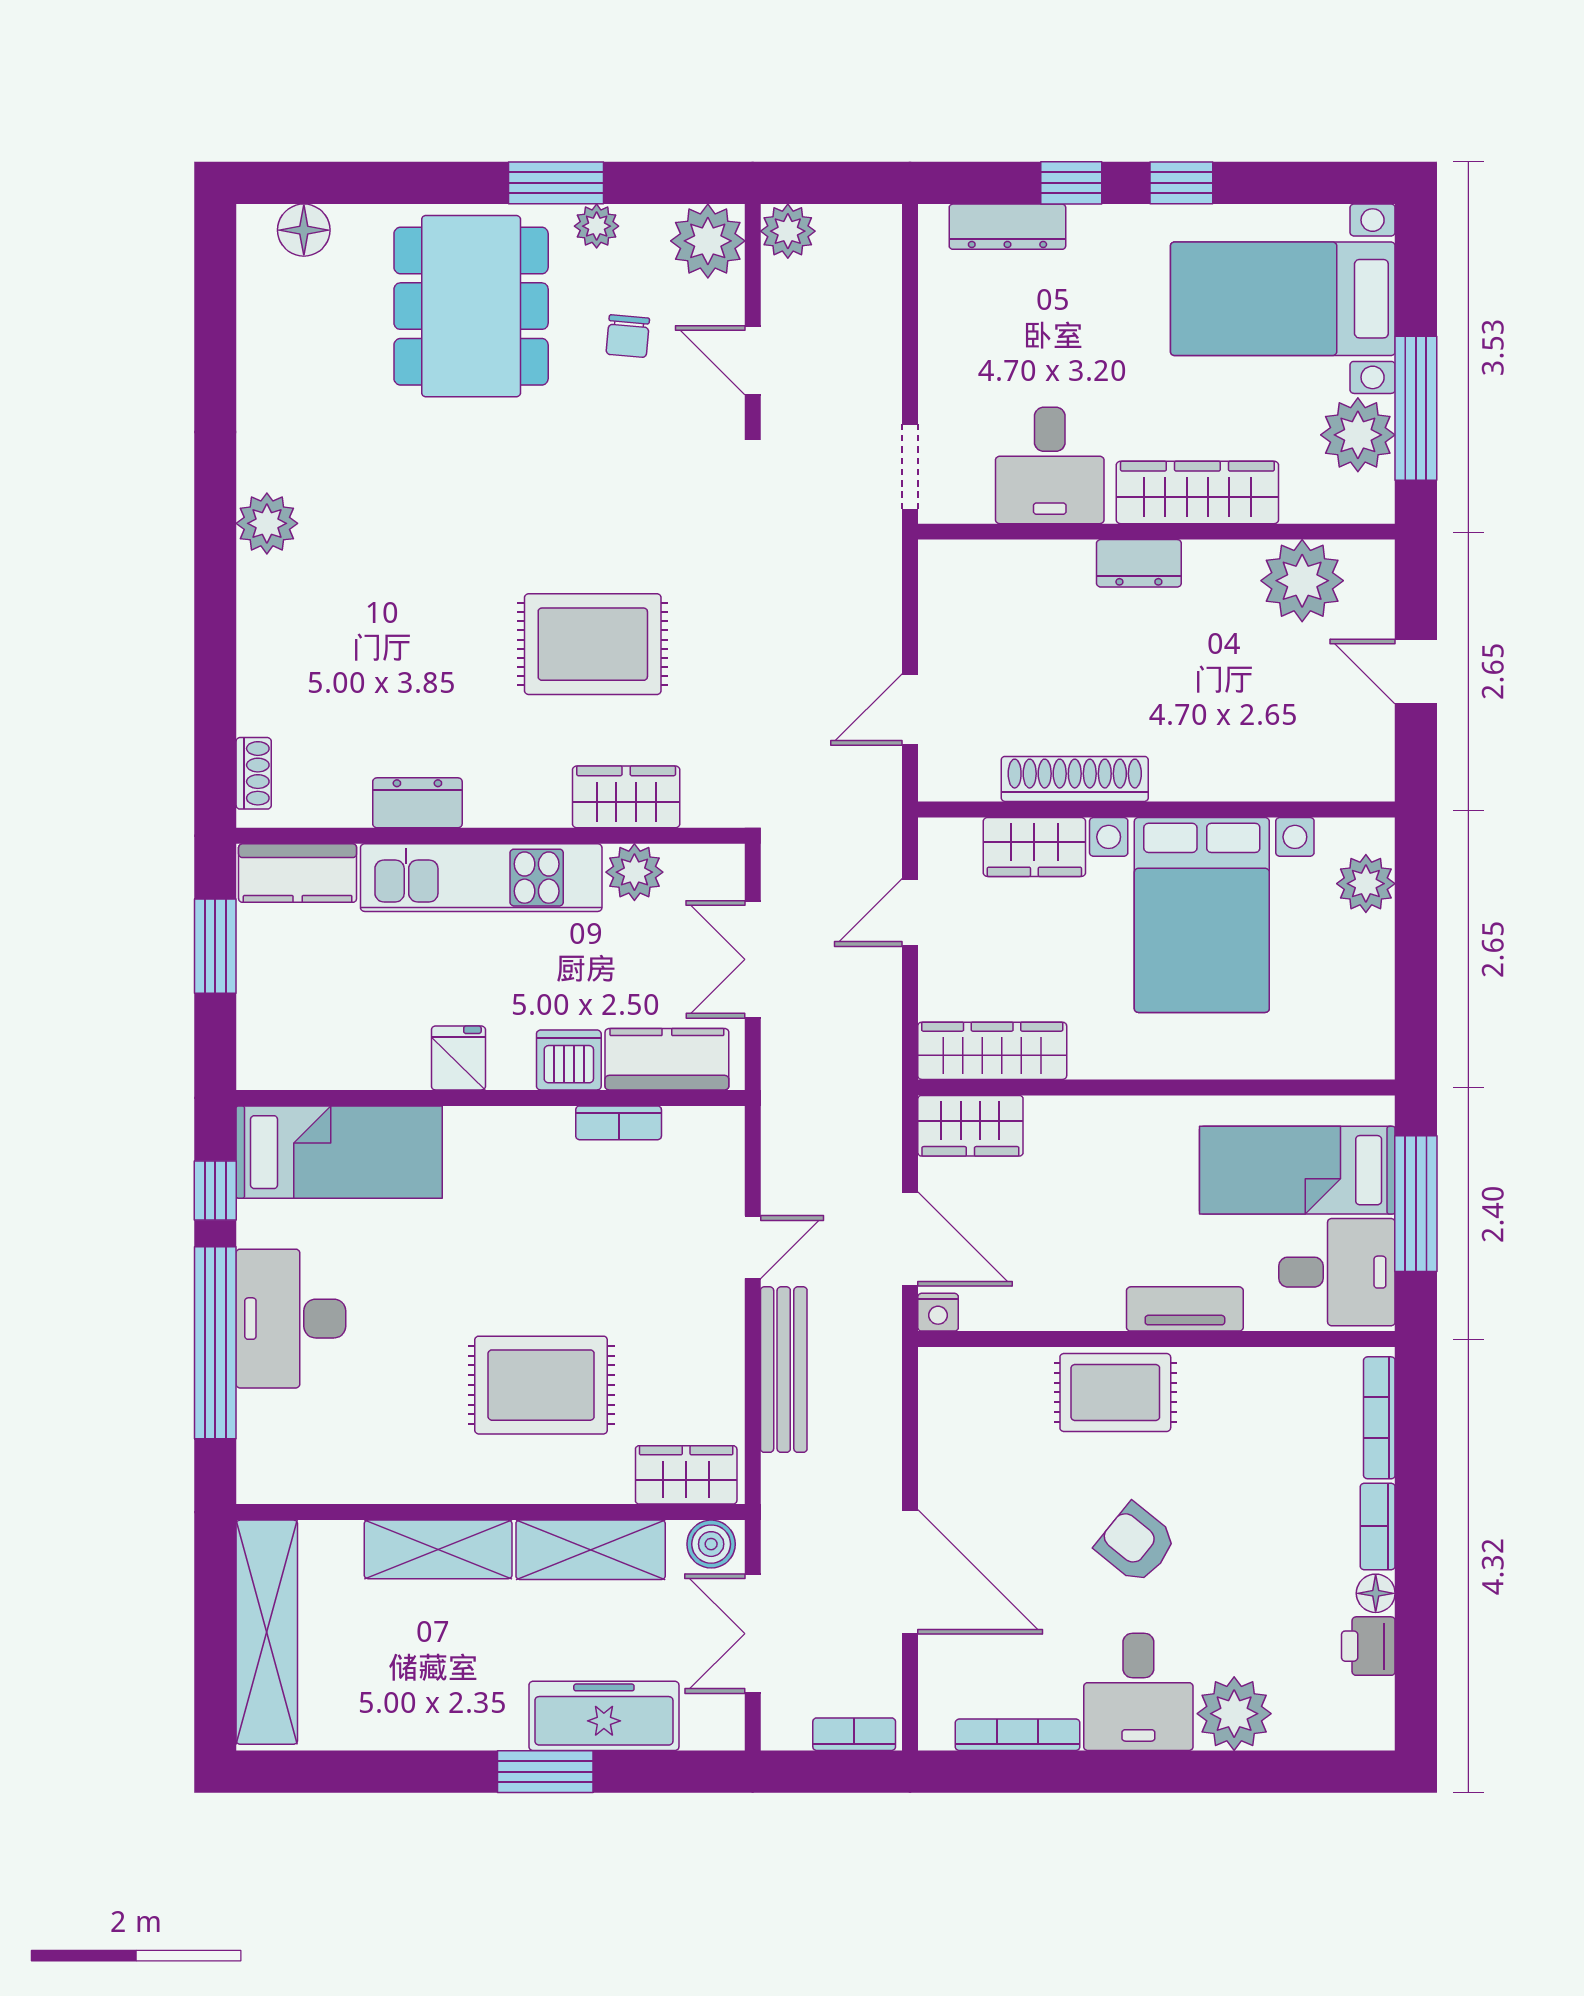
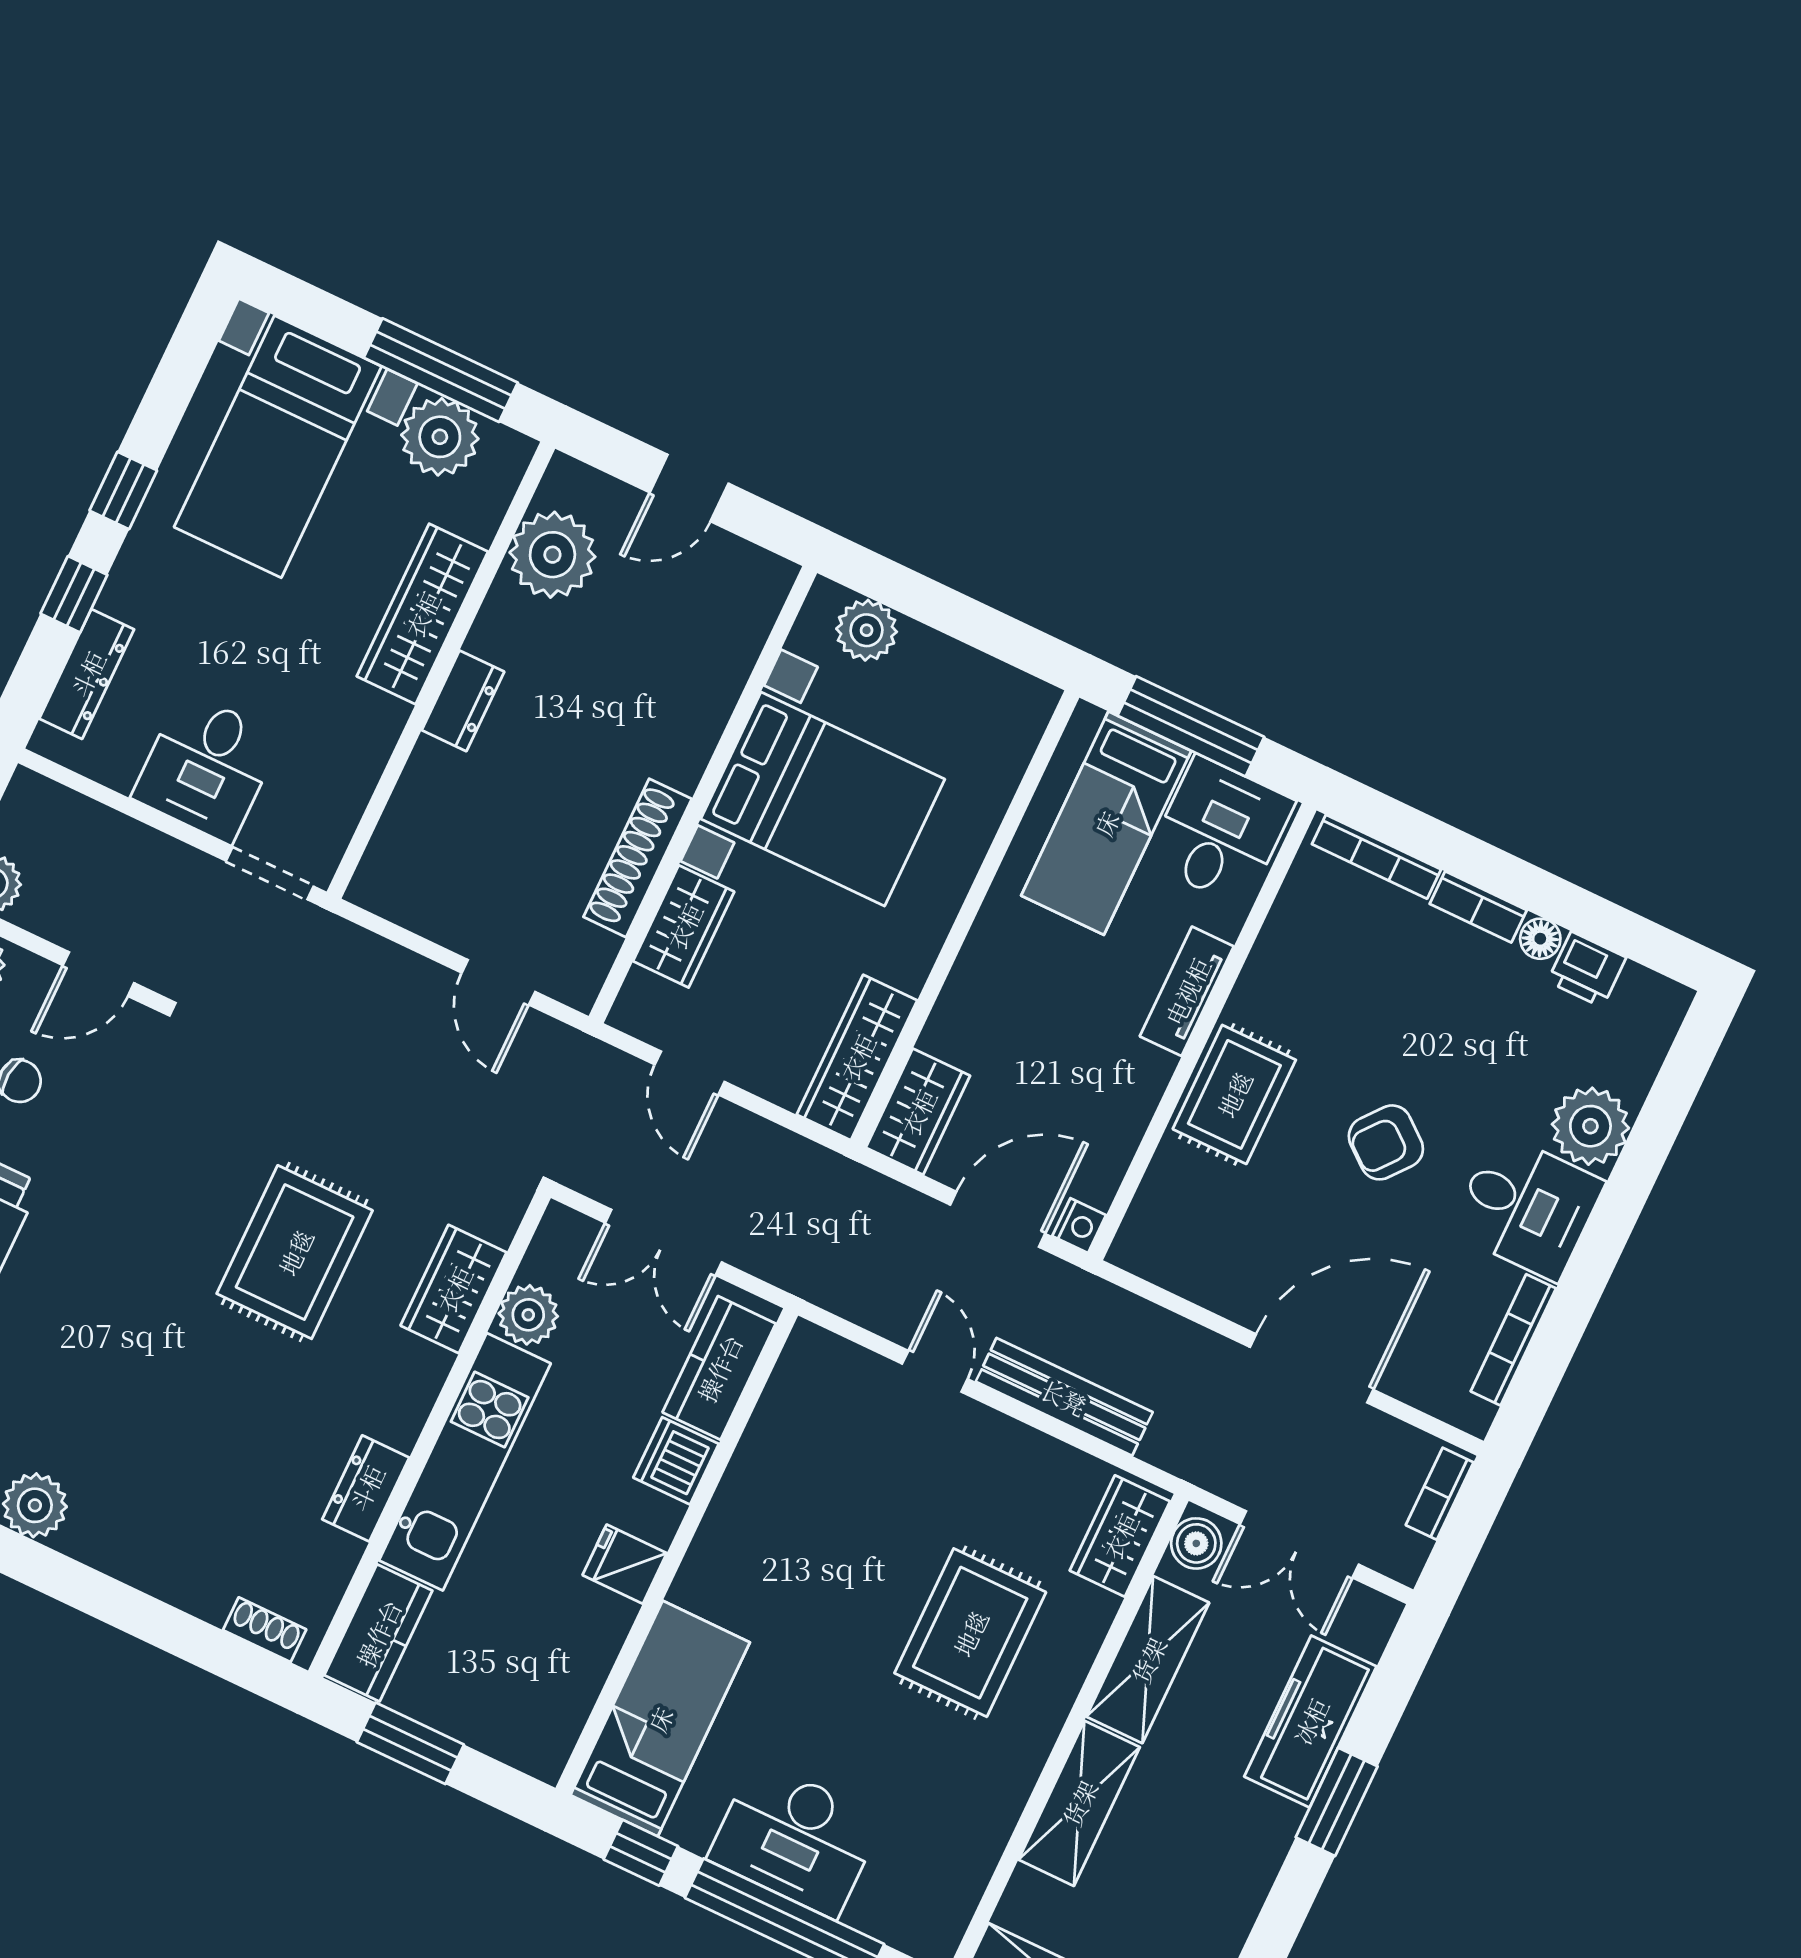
desk: (1050, 465) -> (207, 767), moved, turned 90
bookcase: (619, 1123) -> (758, 1442), removed

